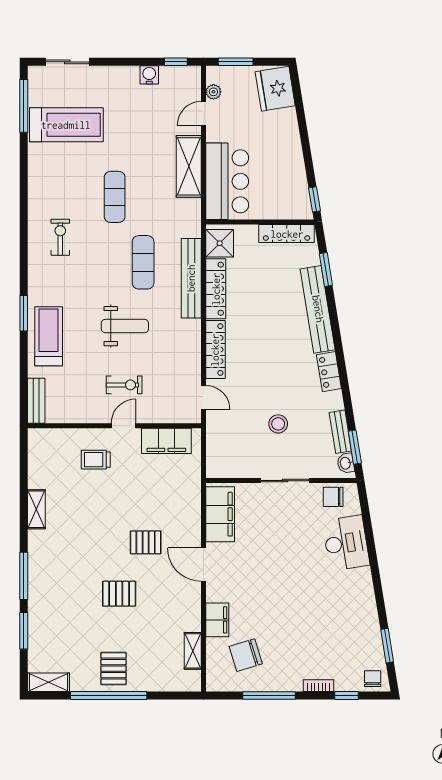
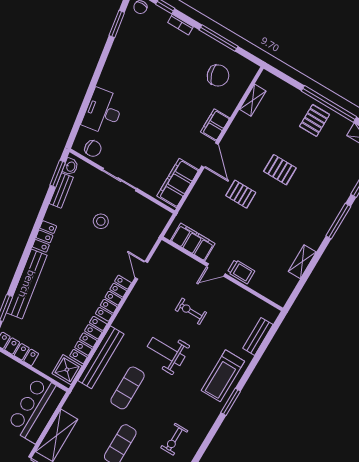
wall: (114, 426) -> (222, 274), moved
door: (124, 426) -> (216, 270), moved
filing cabinet: (166, 441) -> (193, 242), moved
filing cabinet: (217, 620) -> (215, 125), moved

